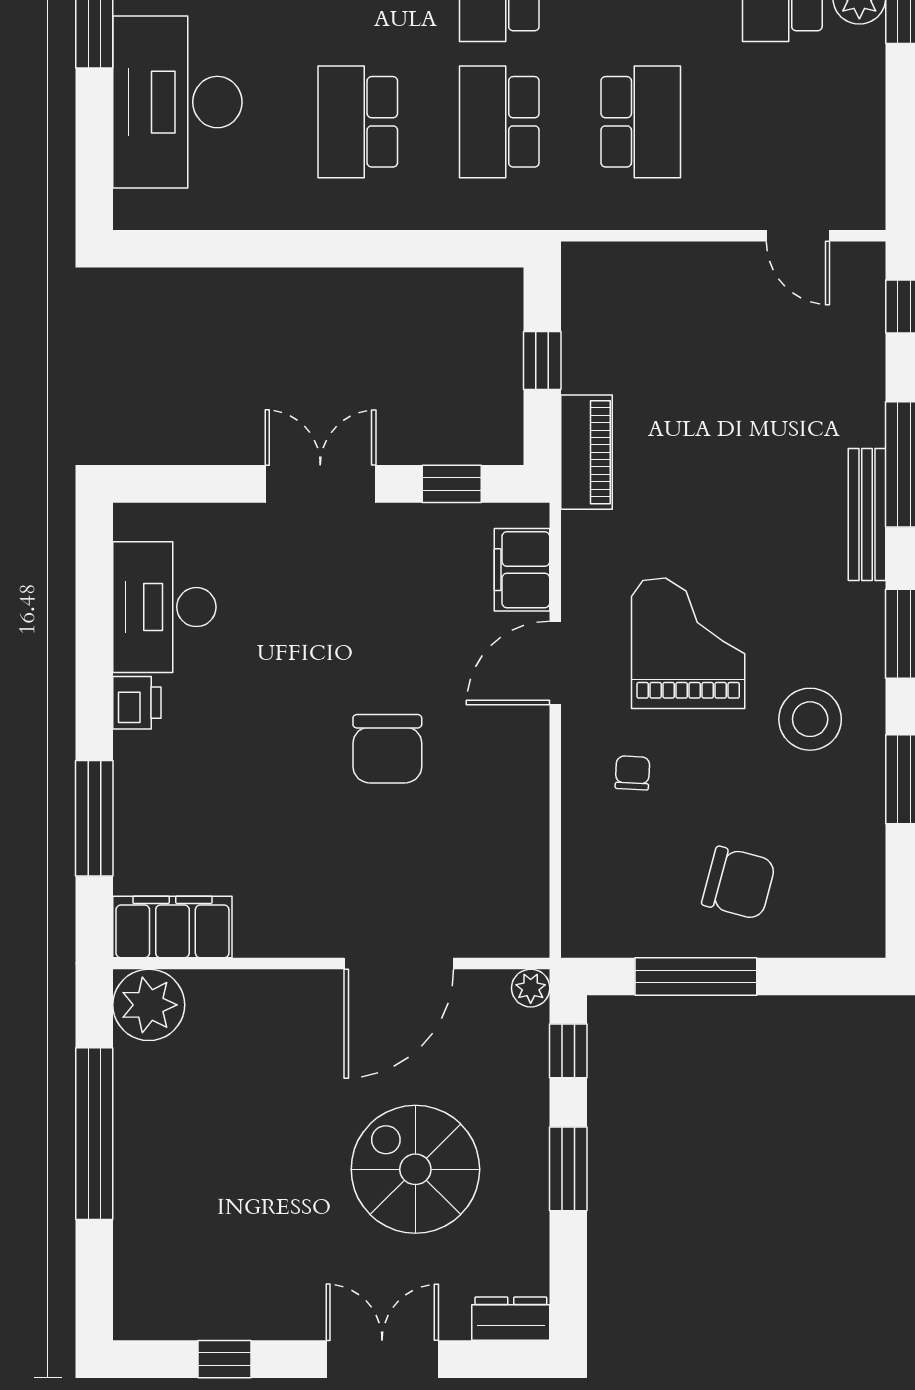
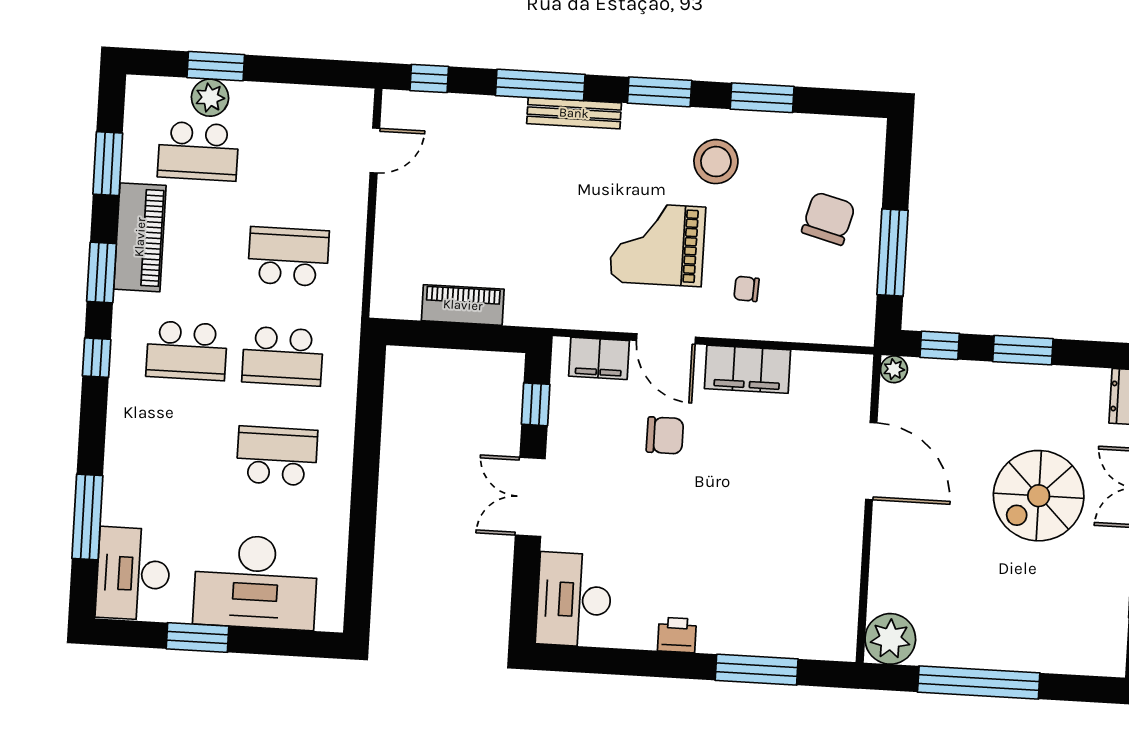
school desk: (358, 122) -> (277, 456), turned 180
window: (542, 360) -> (452, 336), removed
piano: (586, 452) -> (463, 305), moved
desk: (164, 607) -> (574, 600), moved, turned 90
chair: (387, 749) -> (665, 435), moved, width x0.73, depth x0.73
filing cabinet: (172, 927) -> (747, 369), moved, turned -90
spiral stairs: (415, 1169) -> (1039, 496), moved

